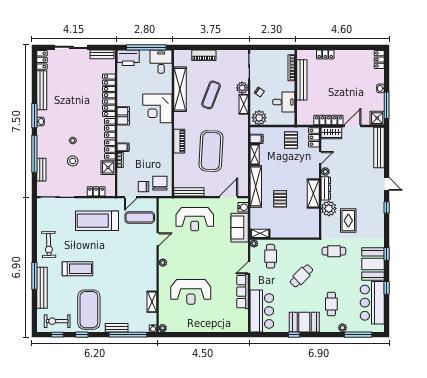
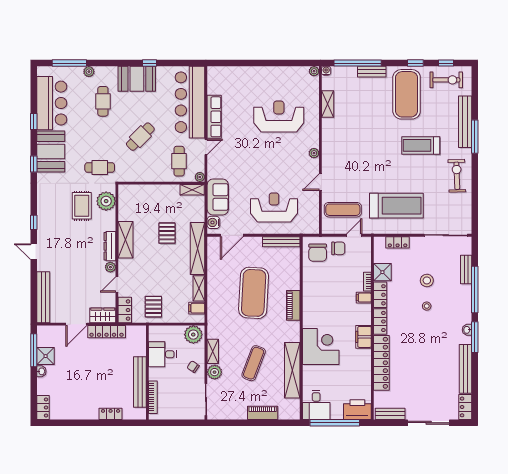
shower: (377, 118) -> (46, 356), moved
plant: (329, 208) -> (106, 201), moved
bar counter: (262, 311) -> (190, 102), width x1.36

